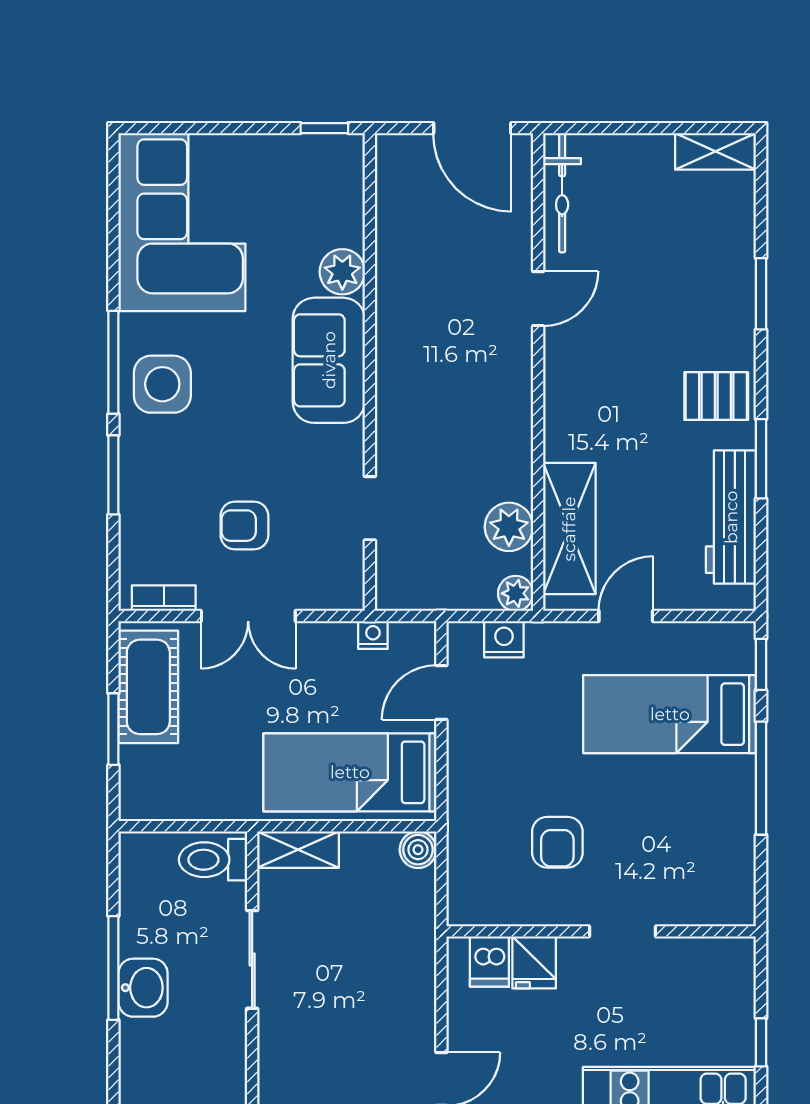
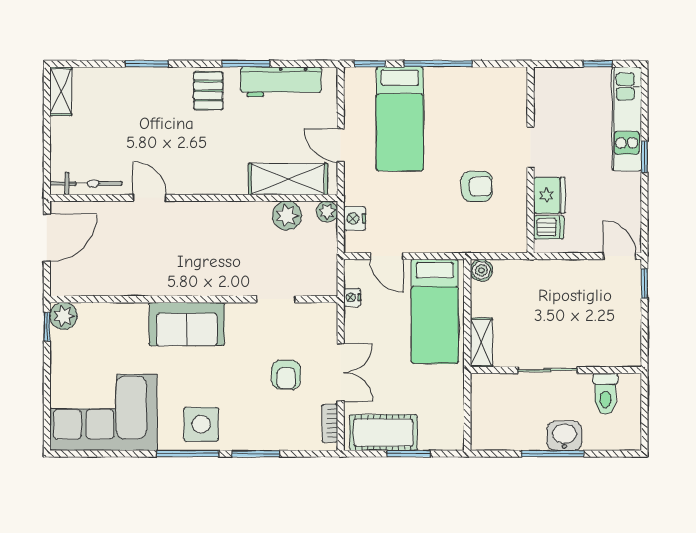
plant: (342, 272) -> (64, 316), moved
toilet: (213, 860) -> (605, 394), moved
fridge: (534, 962) -> (549, 195), width x1.38

